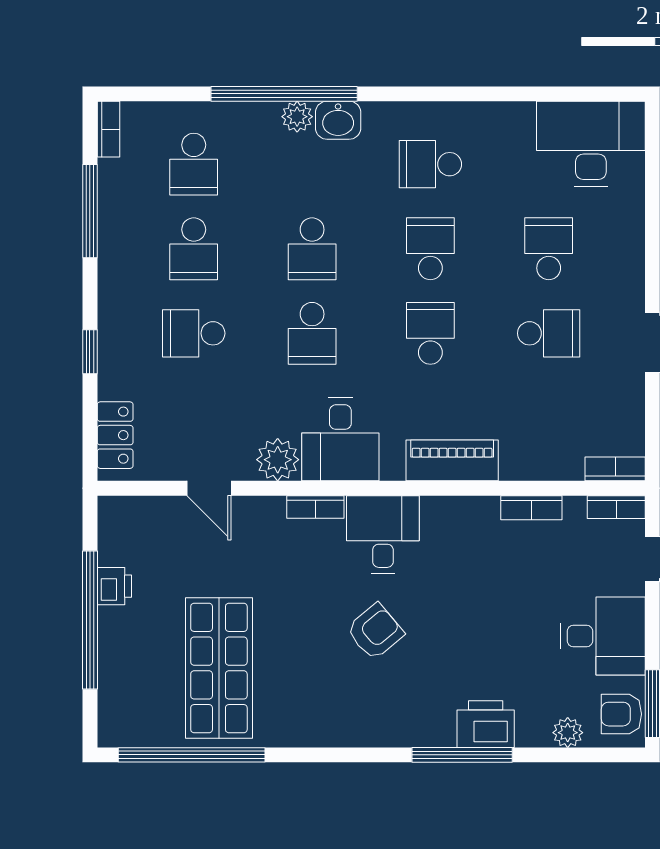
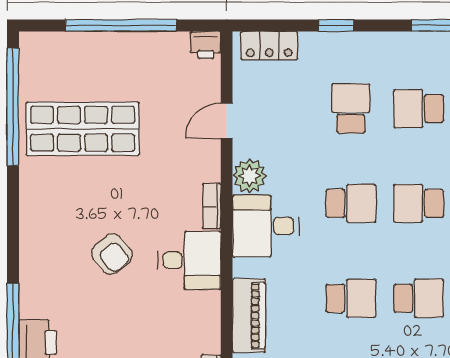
school desk: (312, 333) -> (351, 203), turned 180
printer: (114, 586) -> (206, 45), moved

